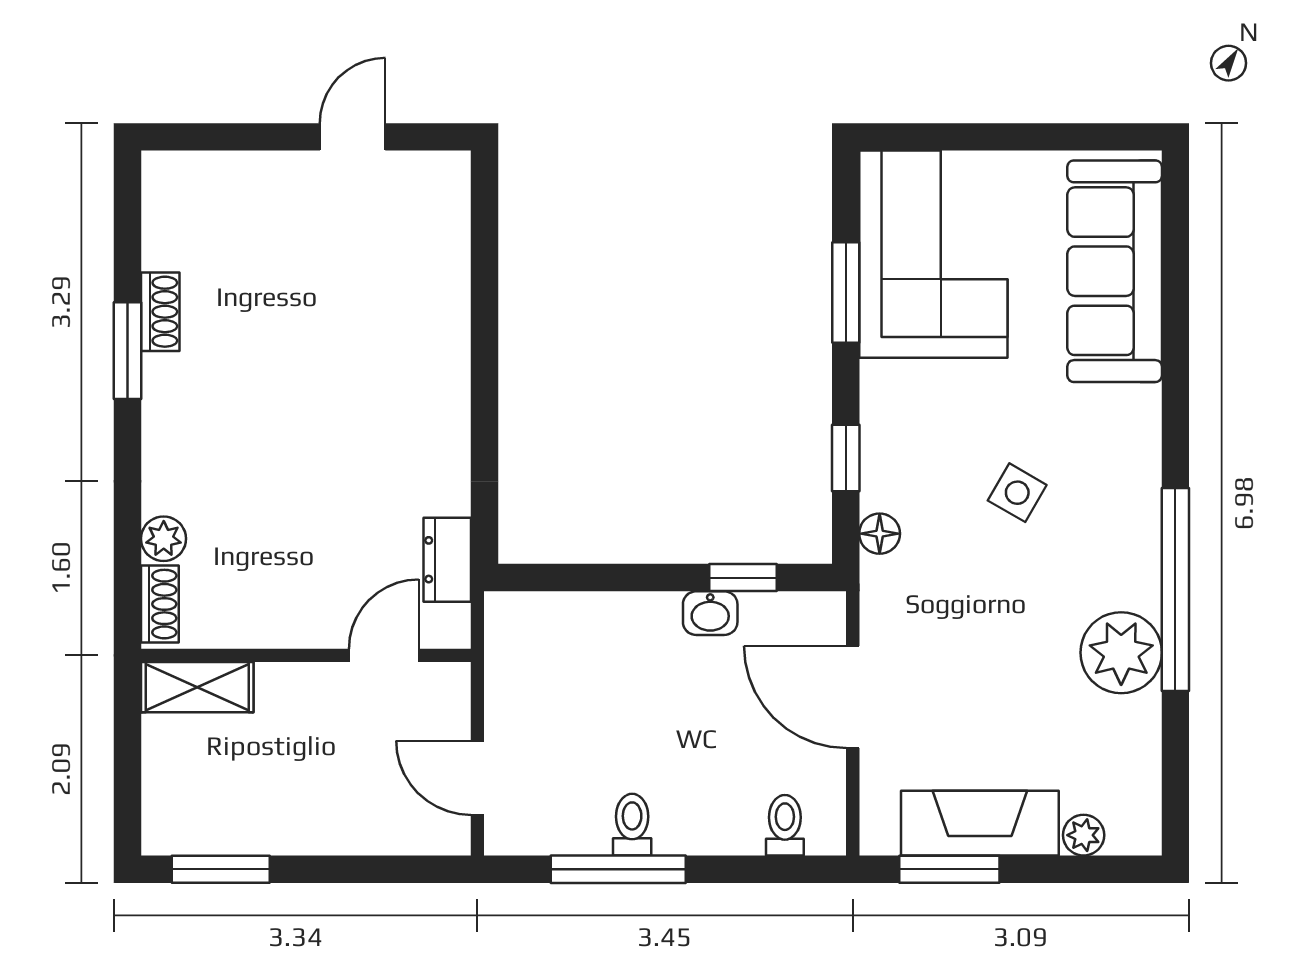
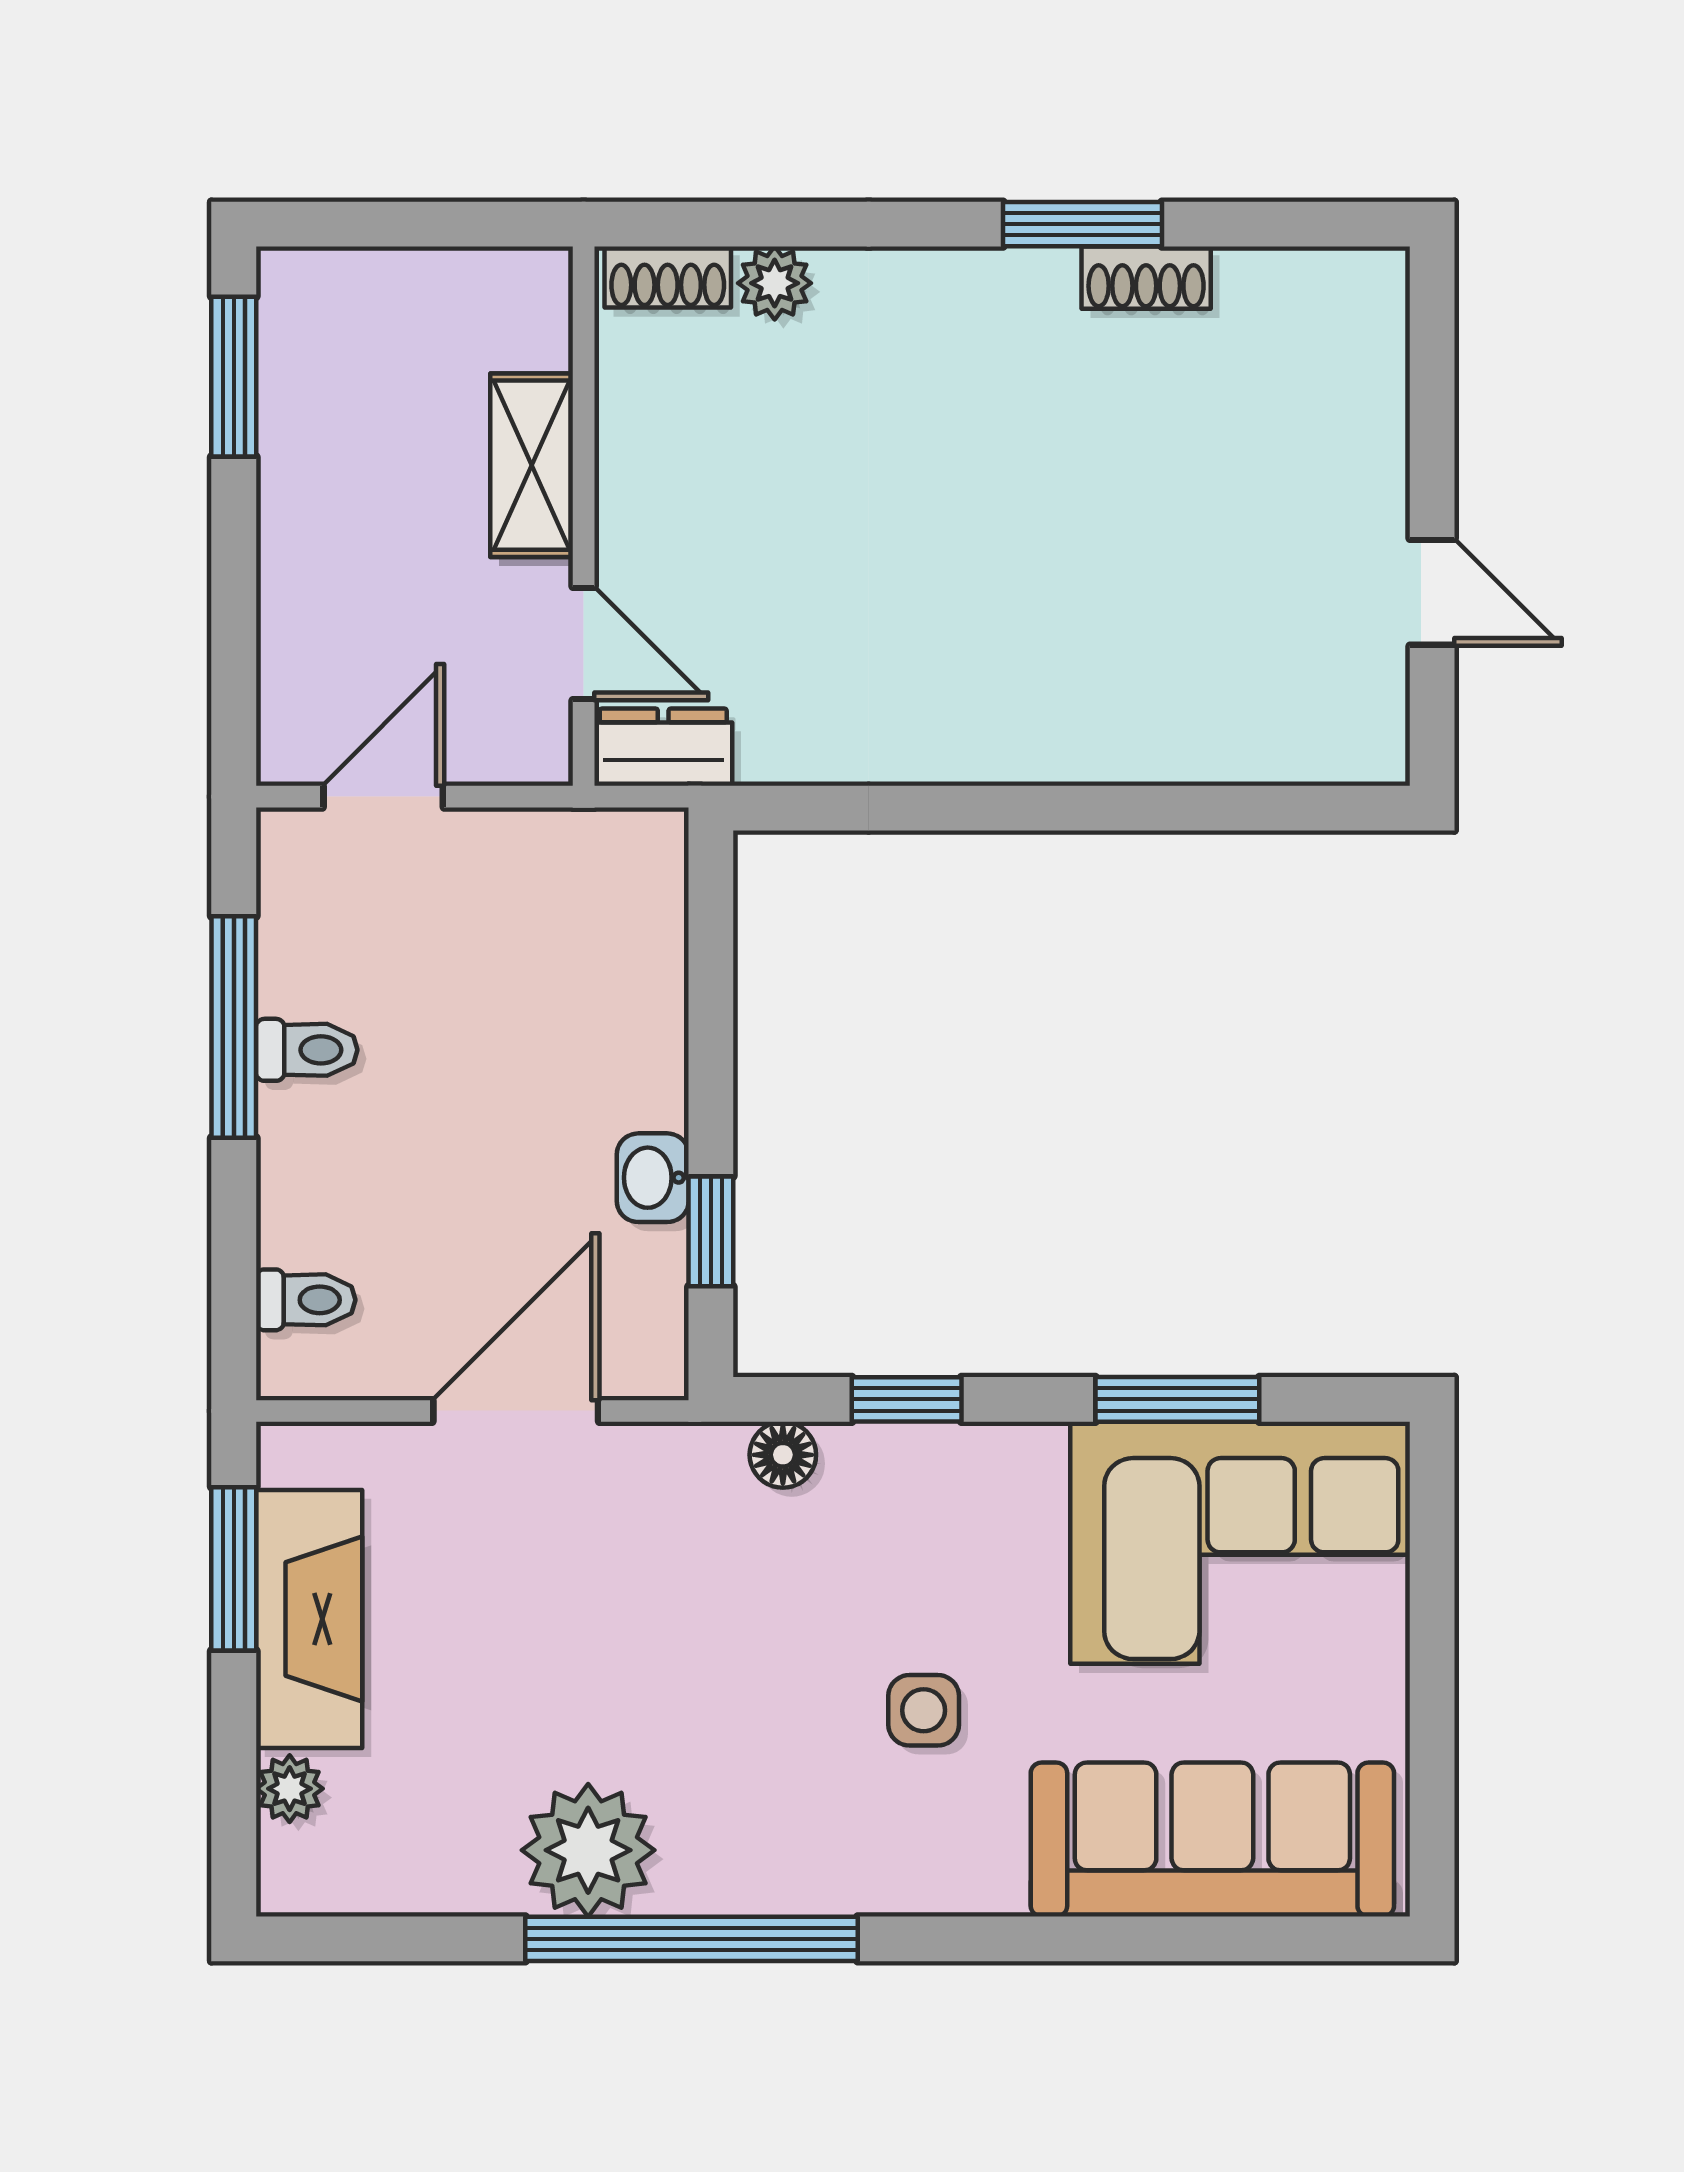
side table: (1017, 493) -> (924, 1710), moved, turned -30
dresser: (447, 560) -> (663, 747), moved
shelving: (197, 687) -> (532, 465), moved

